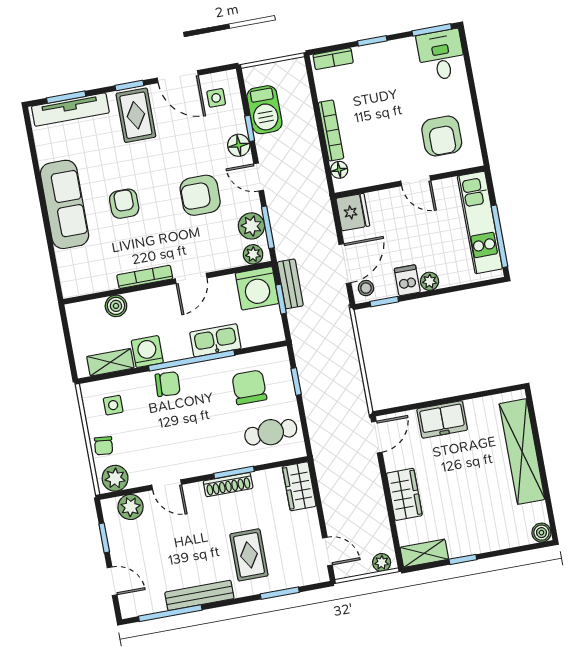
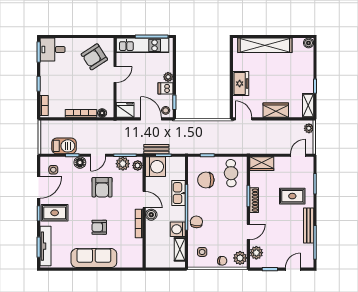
armchair: (442, 136) -> (94, 57), turned 147
boiler: (116, 306) -> (151, 215), moved

